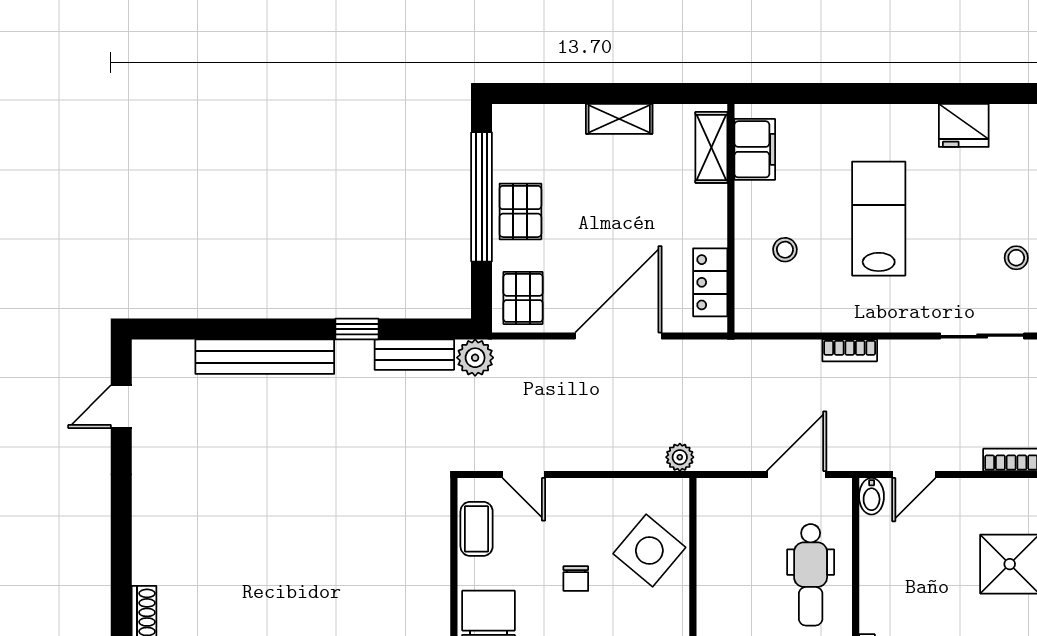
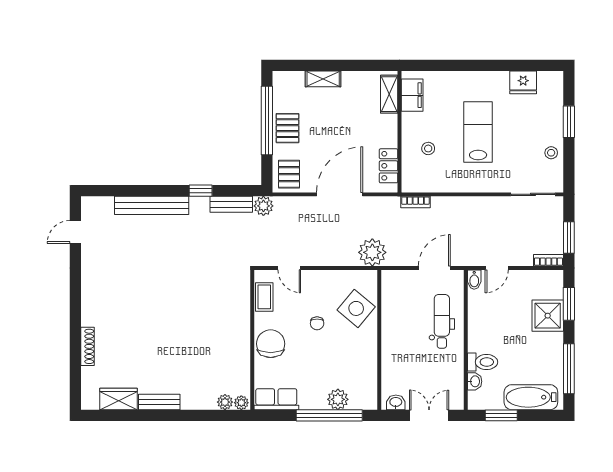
shelving: (619, 119) -> (323, 79), moved
bookcase: (850, 350) -> (415, 202), moved
plant: (680, 457) -> (372, 252), width x1.88, depth x1.88
dental chair: (811, 575) -> (442, 321), turned 180

